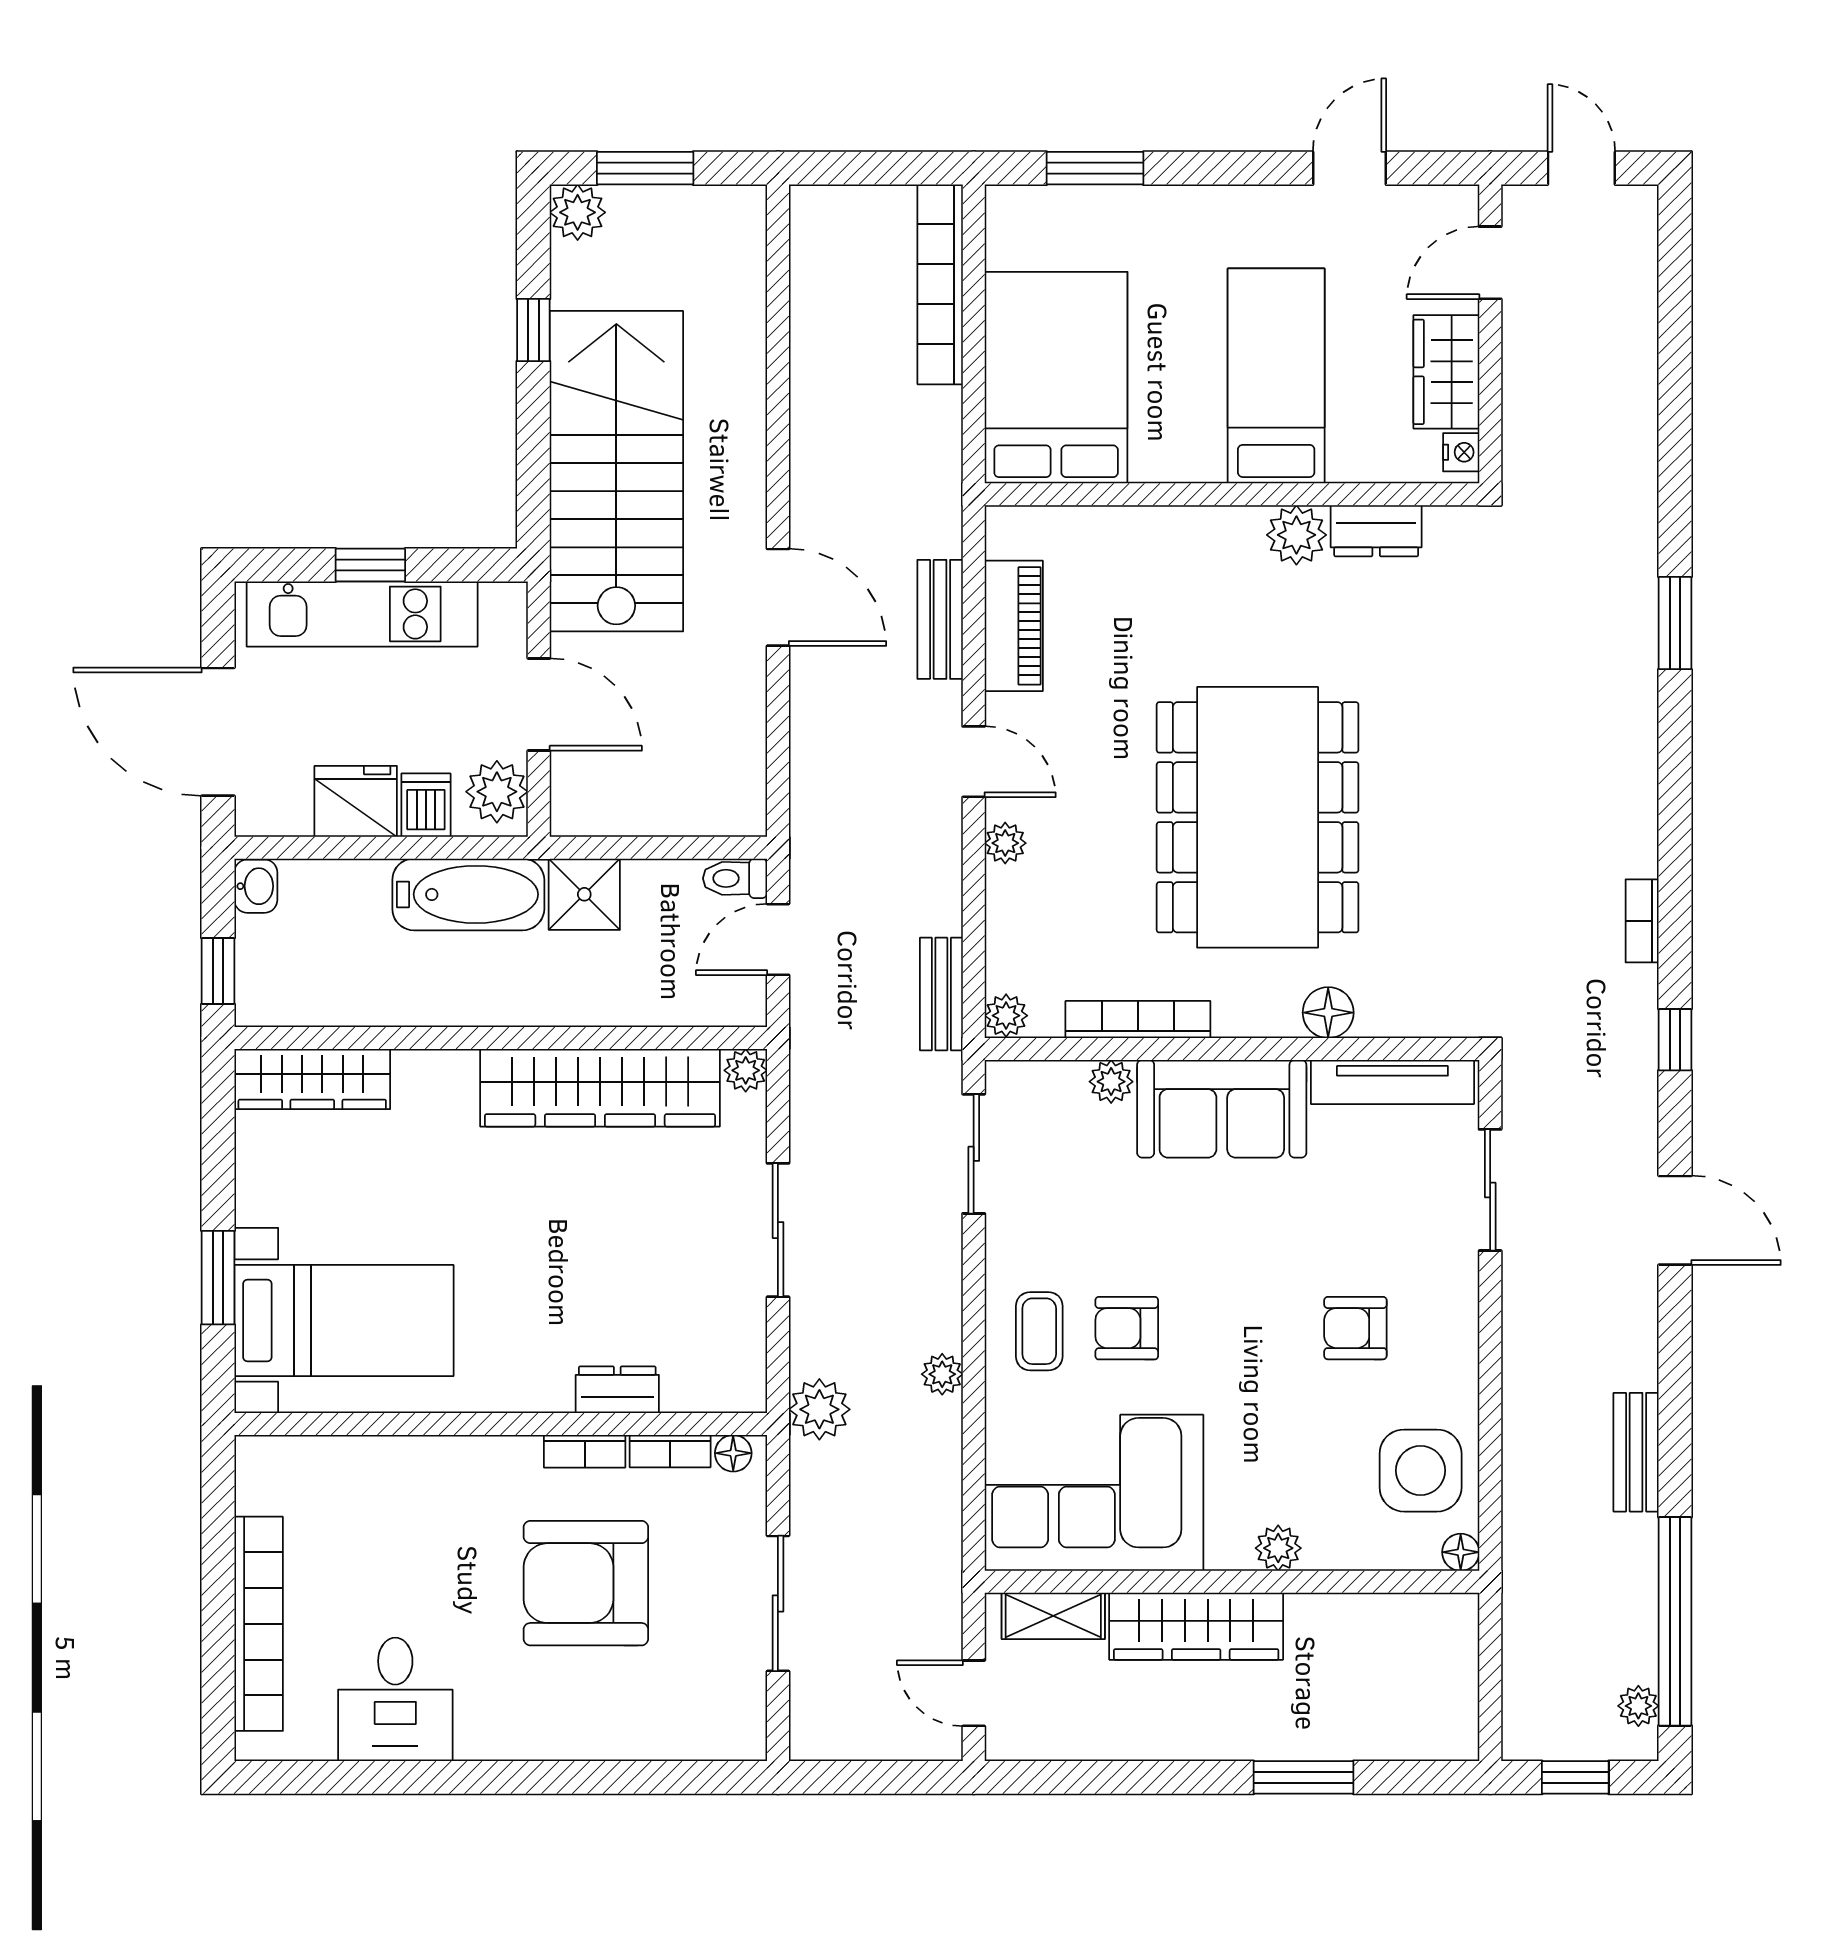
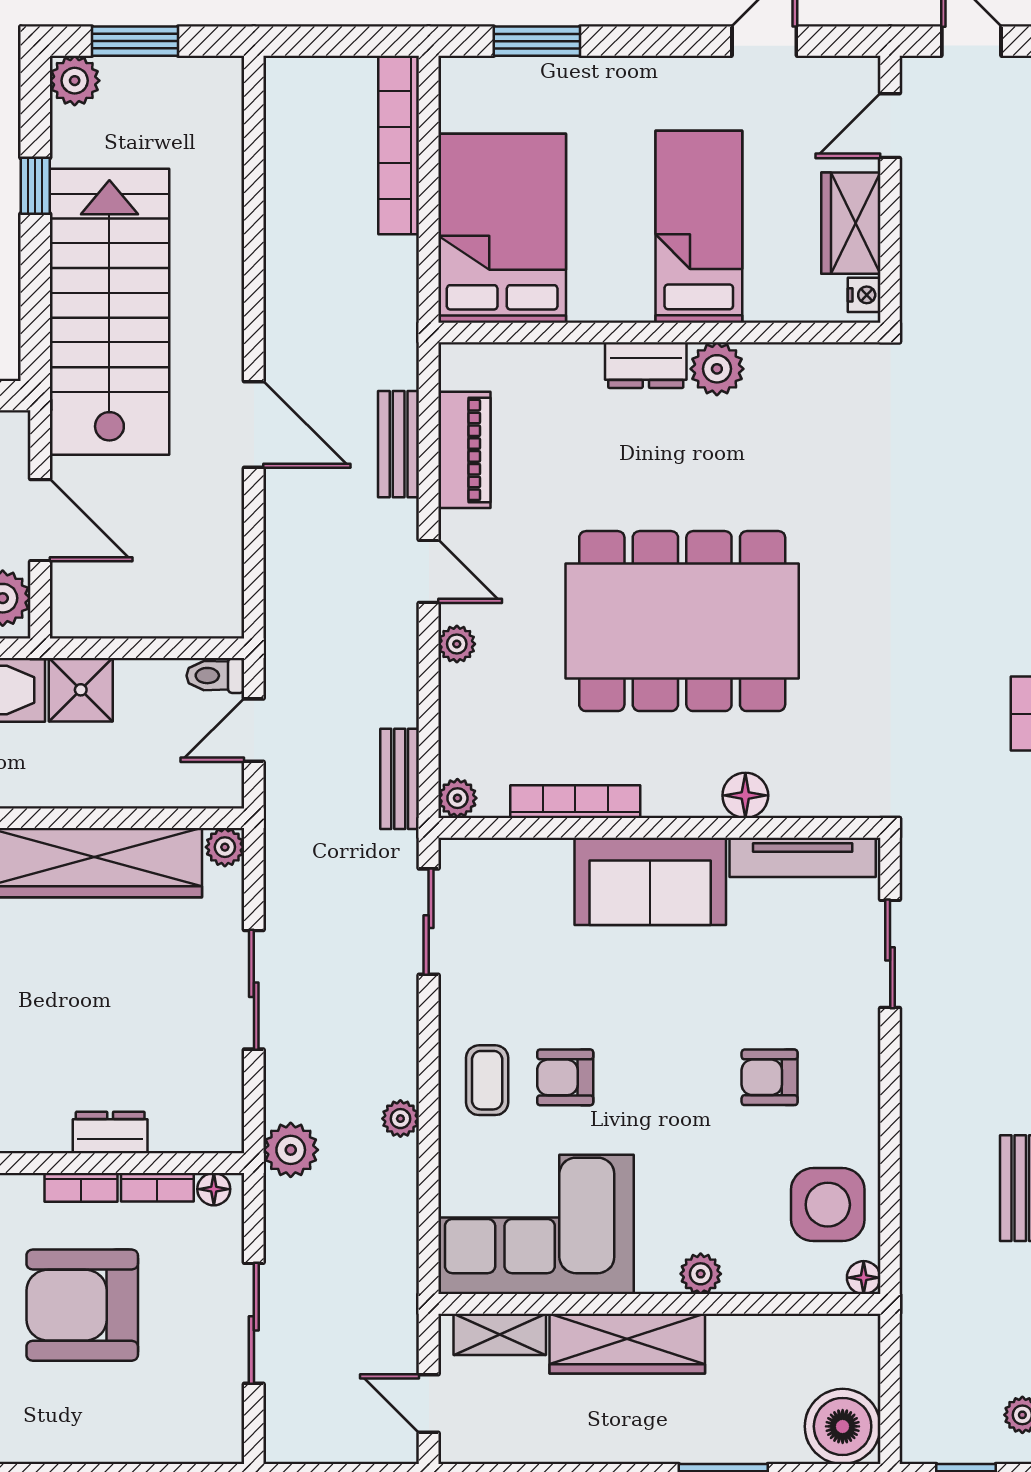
dresser: (1376, 531) -> (646, 365), moved
dining table: (1258, 817) -> (682, 621), turned 90
plant: (1111, 1082) -> (551, 857), removed
boiler: (1437, 1719) -> (843, 1426), added

